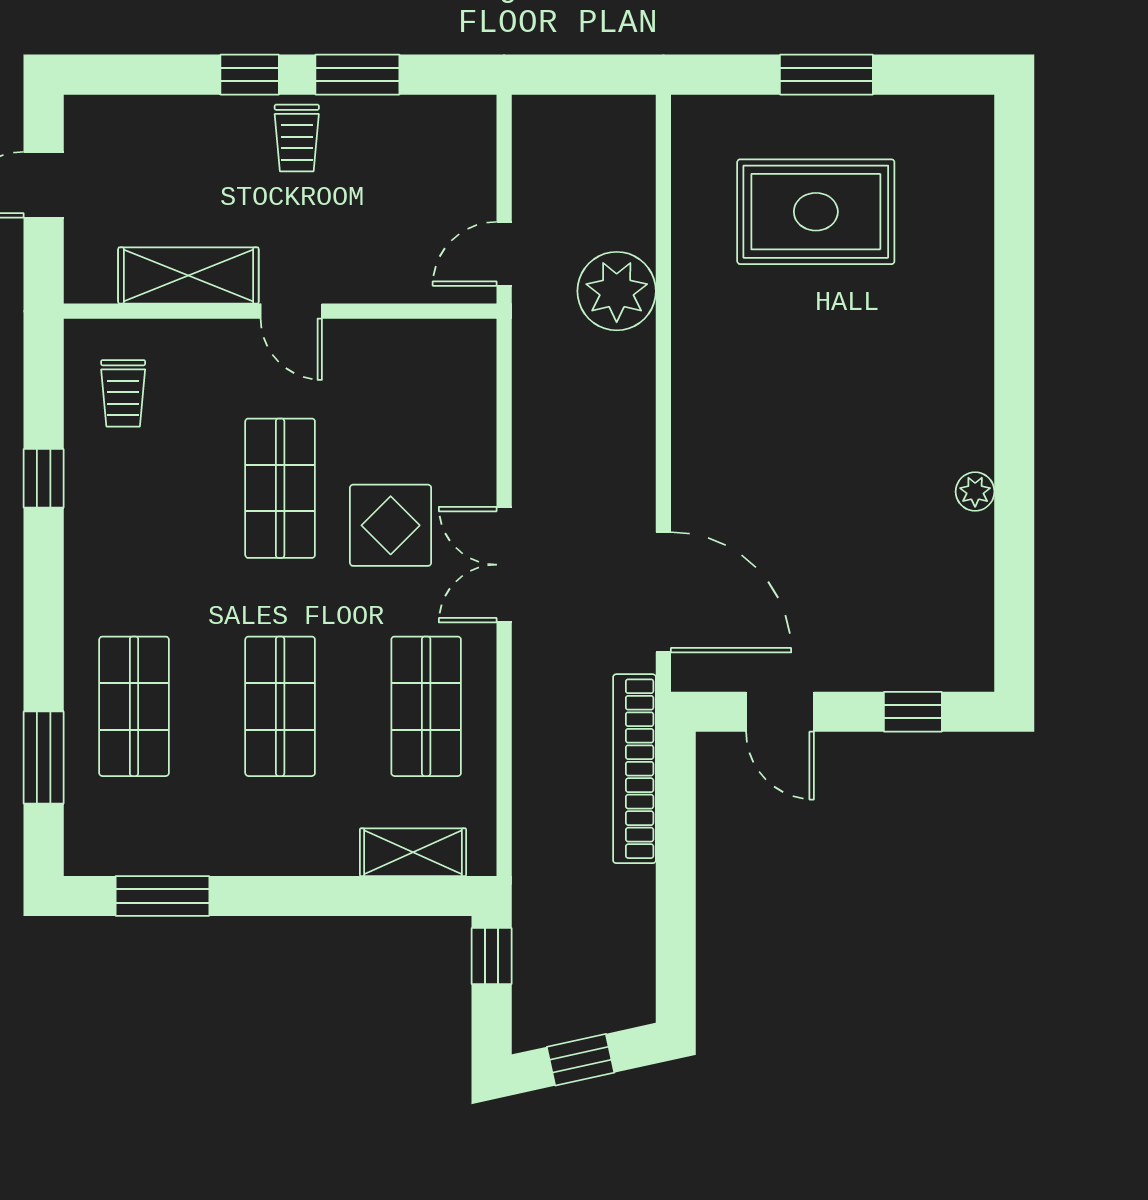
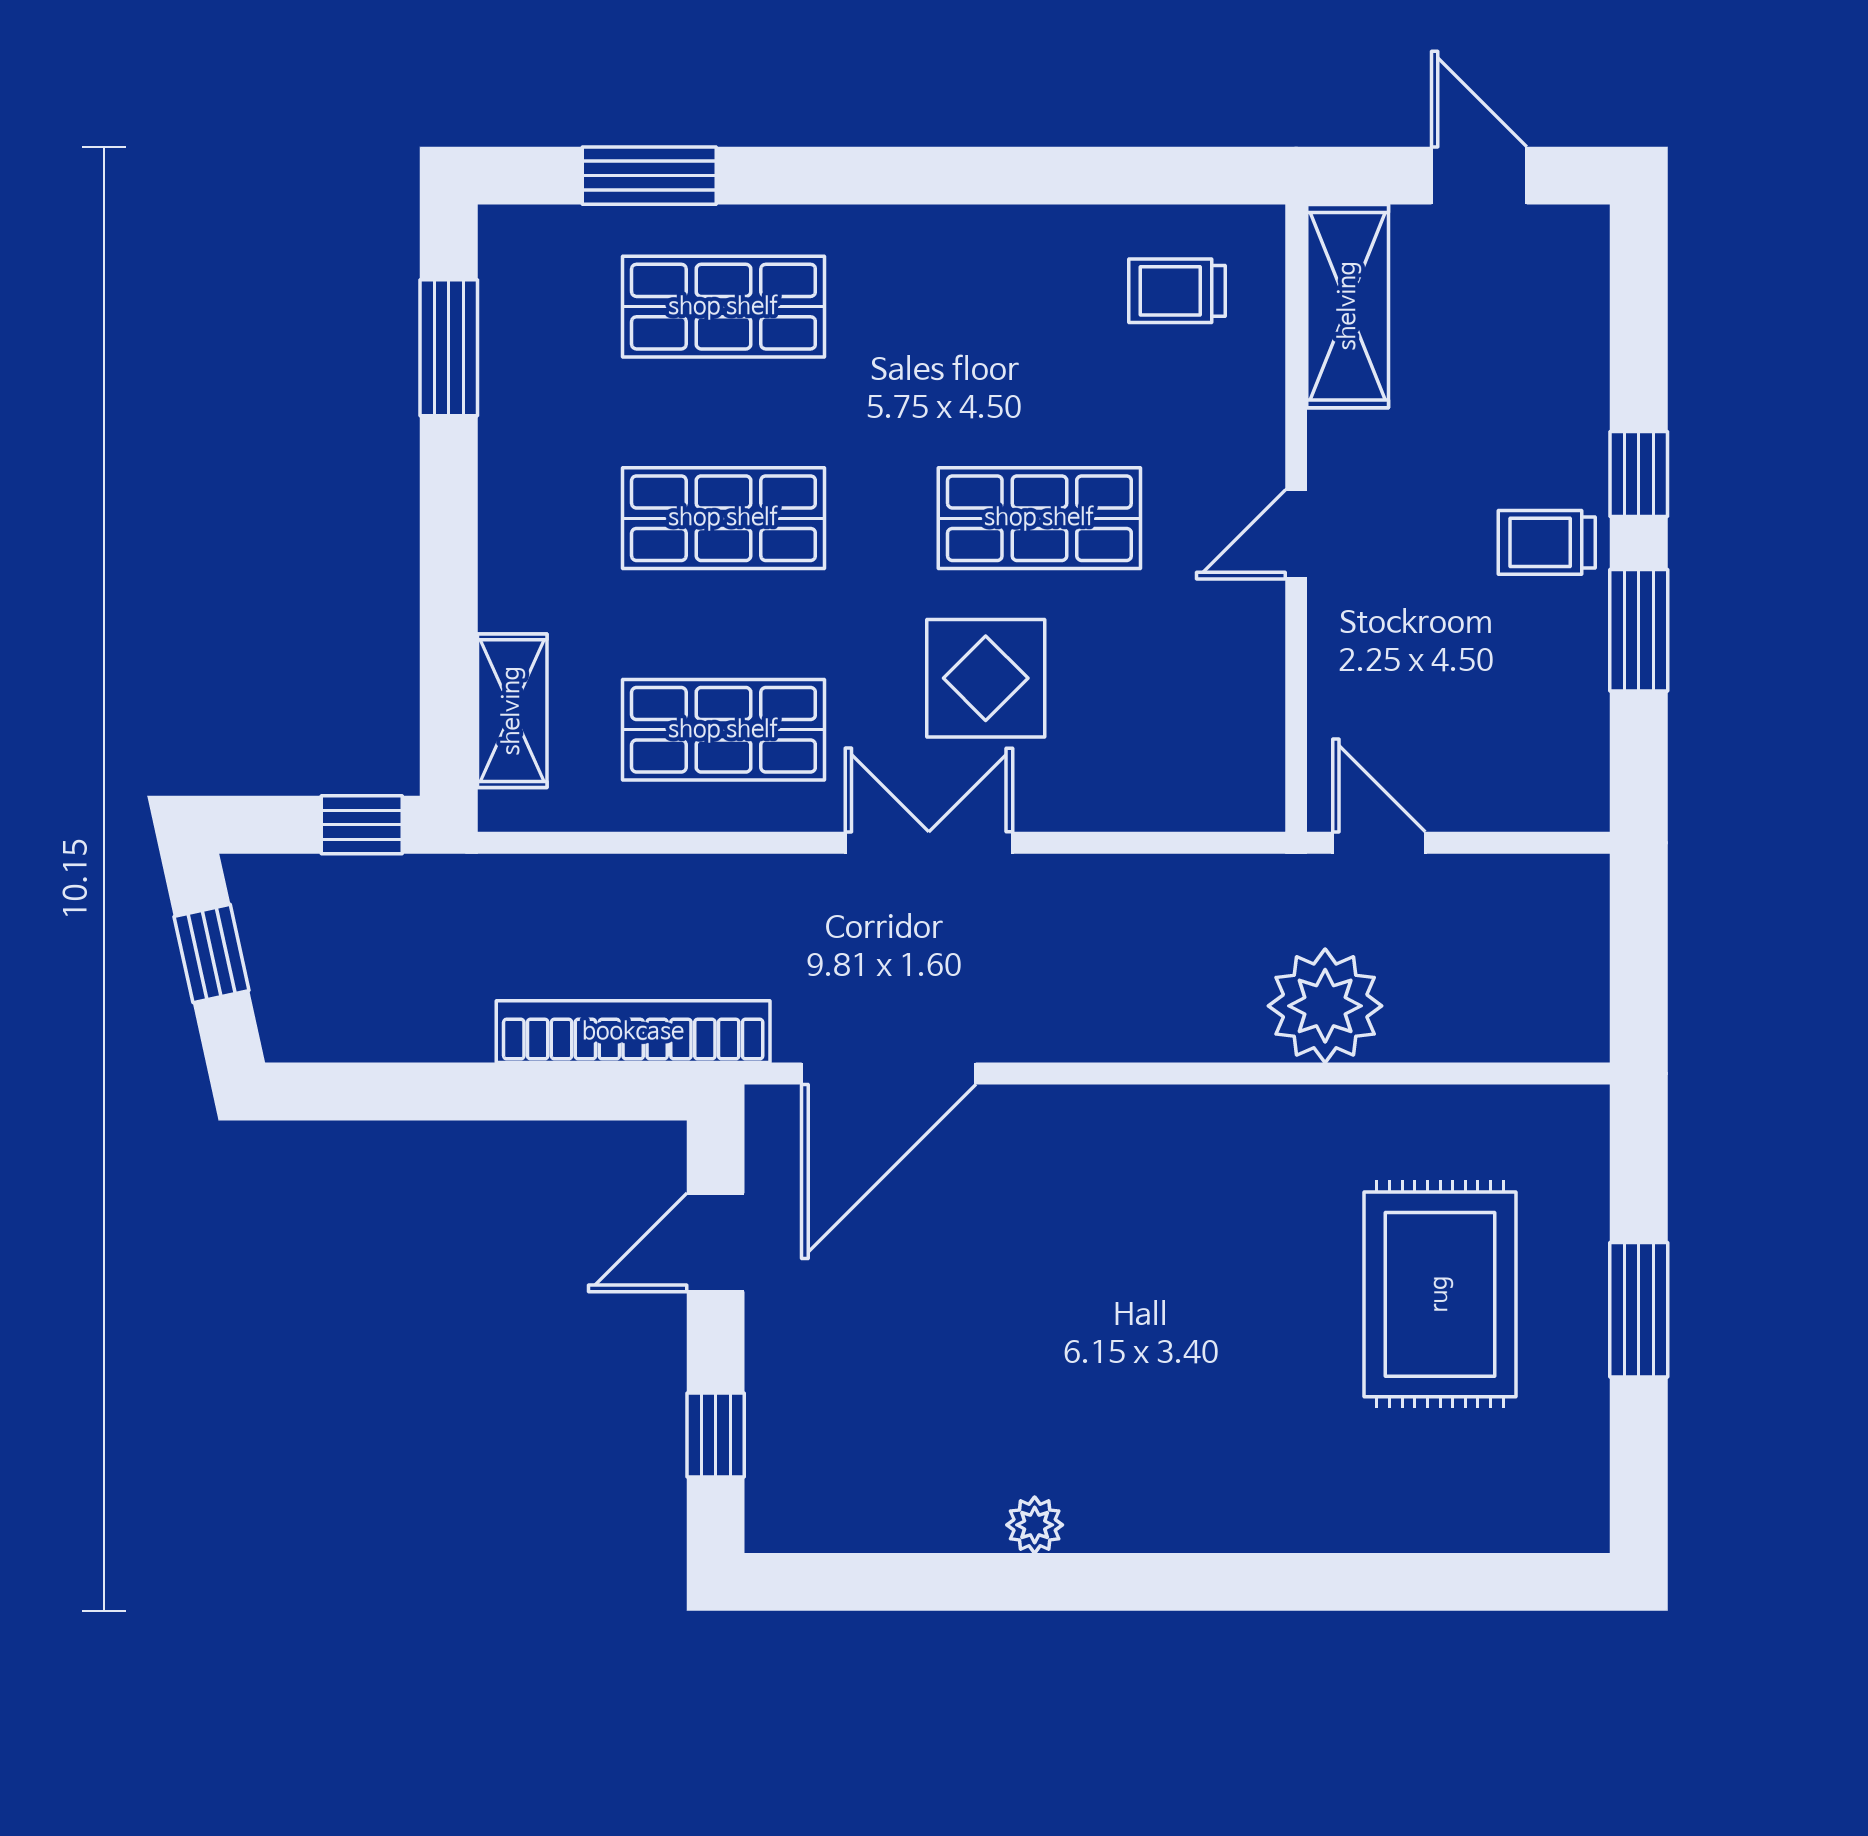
shelving: (188, 275) -> (1348, 306), moved
window: (44, 478) -> (1054, 176), removed

